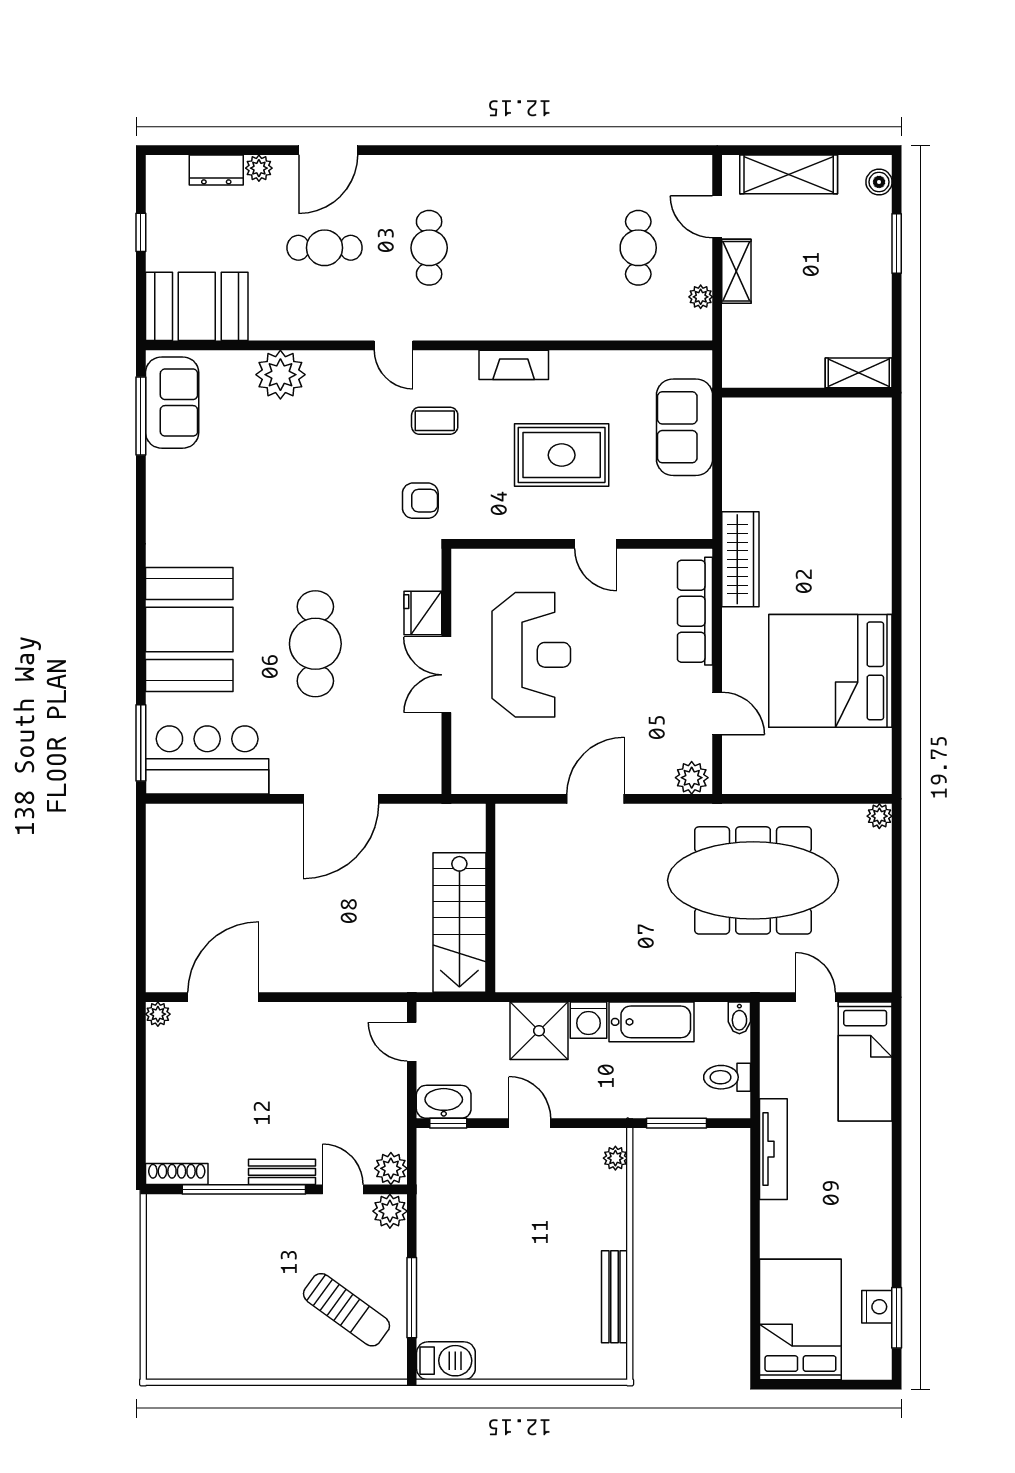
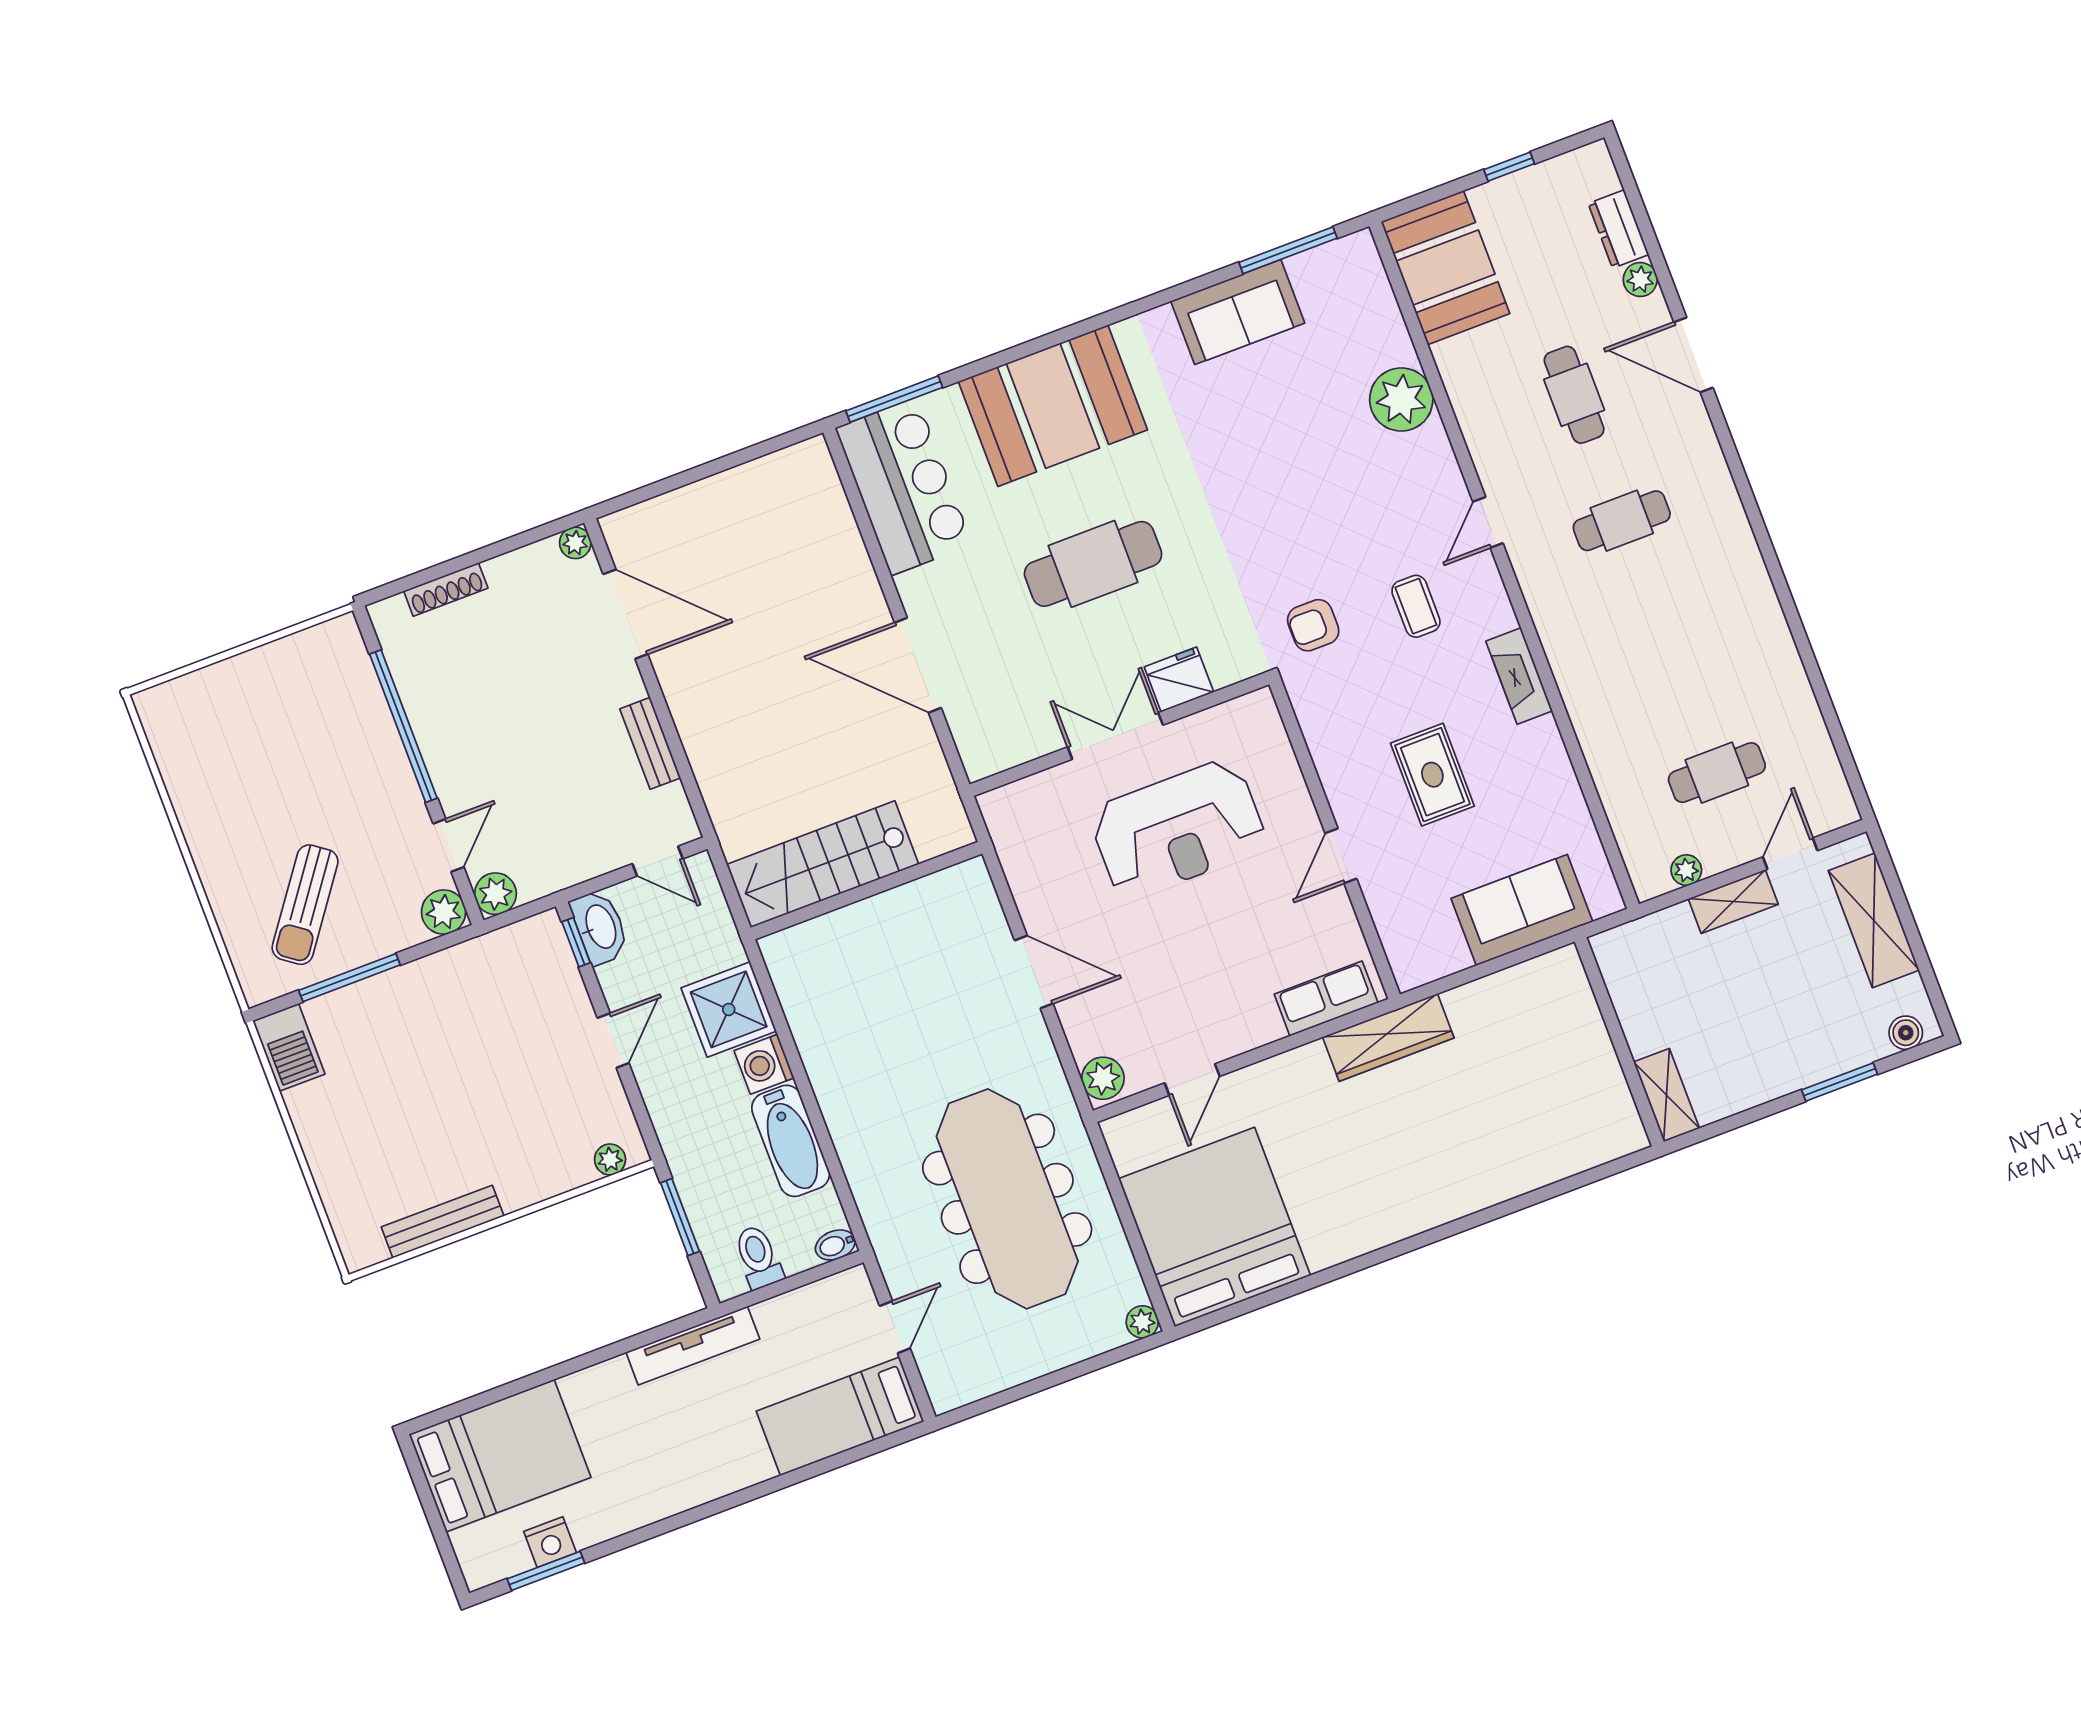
sofa: (172, 403) -> (1238, 312), moved
rug: (562, 455) -> (1432, 775), width x0.73, depth x0.70
armchair: (420, 501) -> (1313, 625), turned 90
row of seats: (695, 611) -> (1326, 998), width x0.68
bed: (830, 671) -> (1215, 1227), moved
door: (412, 1042) -> (658, 861), swing flipped
bench: (282, 1172) -> (650, 743), moved
shoe rack: (177, 1174) -> (446, 590), moved, turned 90

